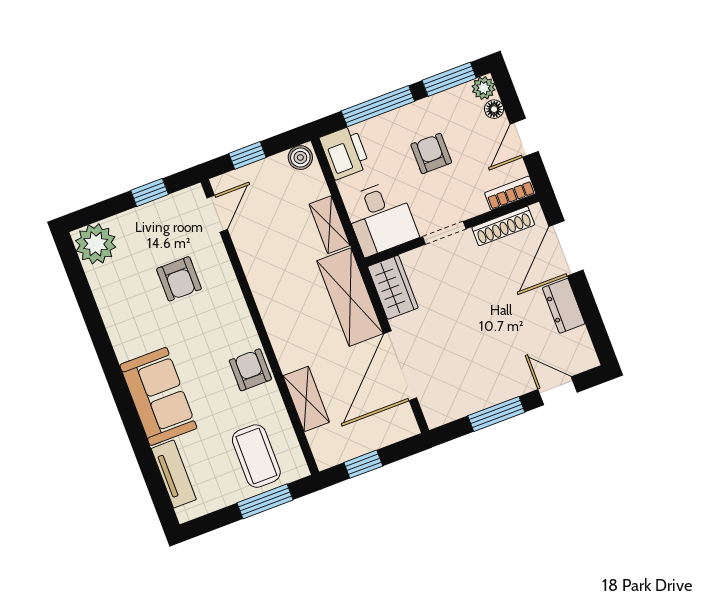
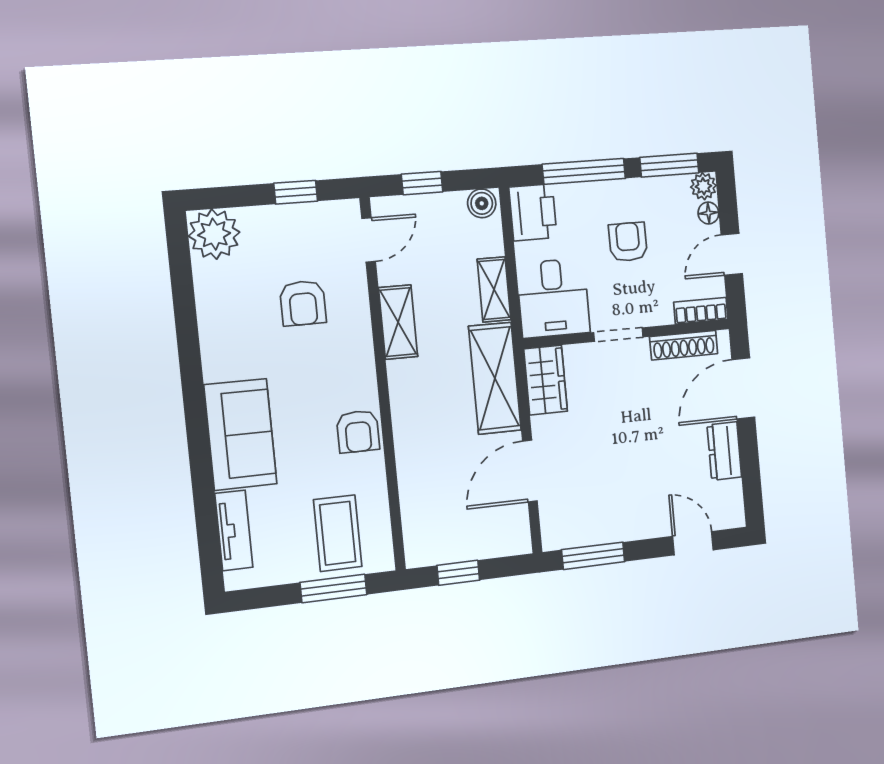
door: (400, 366) -> (530, 471), width x0.73
armchair: (250, 370) -> (358, 431), turned 180
shelving: (306, 399) -> (398, 322), moved
window: (496, 414) -> (593, 556), moved

